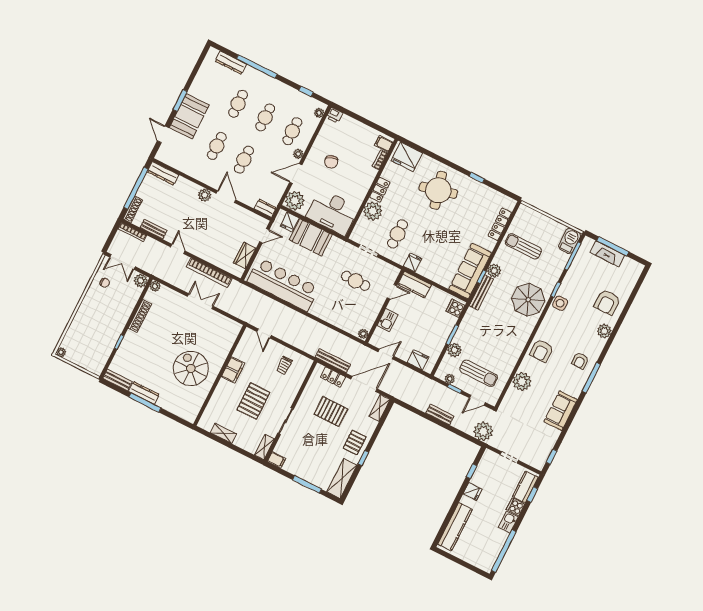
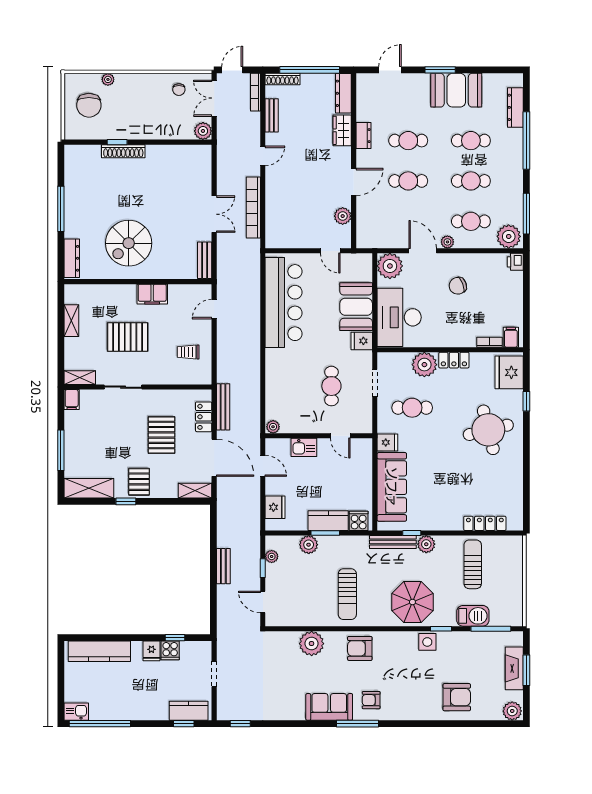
window: (306, 91) -> (526, 214), width x2.17
plant: (319, 113) -> (509, 236), width x1.87, depth x1.87
booth: (189, 116) -> (456, 90), moved
window: (477, 178) -> (526, 401), moved
plant: (205, 195) -> (343, 216), moved
dresser: (265, 208) -> (363, 136), moved
fridge: (290, 222) -> (362, 341), moved
door: (110, 240) -> (232, 70), added
barbecue: (570, 241) -> (473, 616), moved
window: (613, 246) -> (526, 670), width x0.69
wardrobe: (245, 256) -> (342, 130), moved, turned -90
sofa: (470, 271) -> (392, 487), moved, turned 90
kitchen counter: (415, 285) -> (328, 521), moved, turned 90
plant: (155, 286) -> (205, 151), removed
armchair: (607, 302) -> (457, 697), turned 180
shoe rack: (140, 316) -> (123, 151), moved
plant: (604, 331) -> (512, 711), moved
chair: (85, 348) -> (89, 105), added
plant: (61, 352) -> (108, 79), moved
spiral stairs: (191, 369) -> (129, 243), turned 180
sun lounger: (479, 373) -> (347, 594), moved
bench: (117, 380) -> (205, 260), moved
dresser: (144, 393) -> (72, 258), moved
sofa: (561, 411) -> (329, 707), moved
plant: (483, 431) -> (229, 628), removed
pallet: (355, 443) -> (139, 482), turned 90
cooker: (515, 507) -> (170, 650), moved, turned 180
kitchen sink: (508, 522) -> (76, 712), moved

